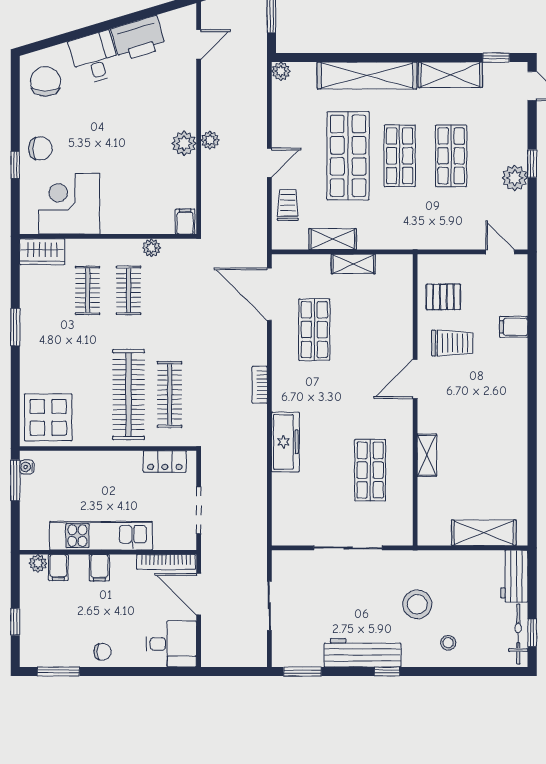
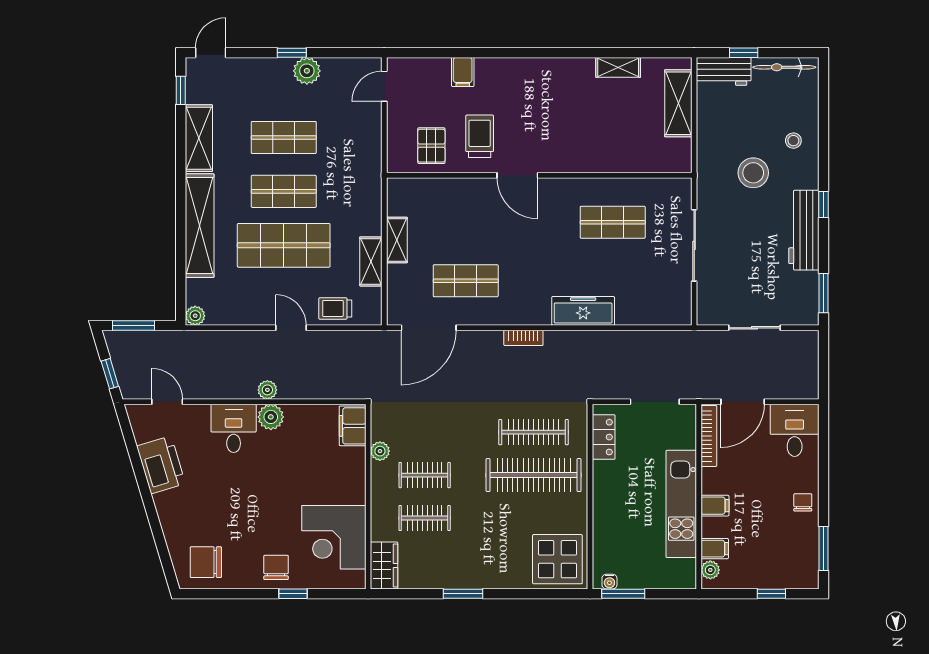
desk: (95, 58) -> (234, 428), moved, turned 107
filing cabinet: (185, 222) -> (353, 426), width x2.00
shelving: (427, 455) -> (618, 67), moved
window: (532, 633) -> (744, 53), moved

